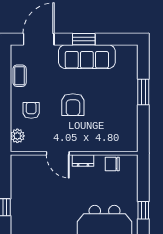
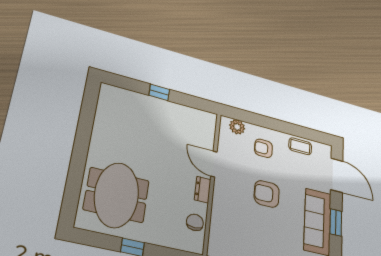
armchair: (31, 110) -> (263, 148), turned 180
door: (58, 153) -> (214, 164), hinge flipped

